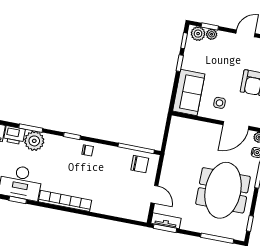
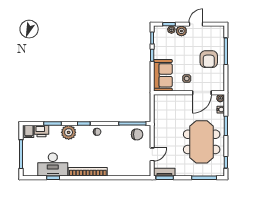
plant: (198, 34) -> (181, 31), moved
plant: (34, 141) -> (69, 132), moved
door: (154, 194) -> (152, 154), hinge flipped

